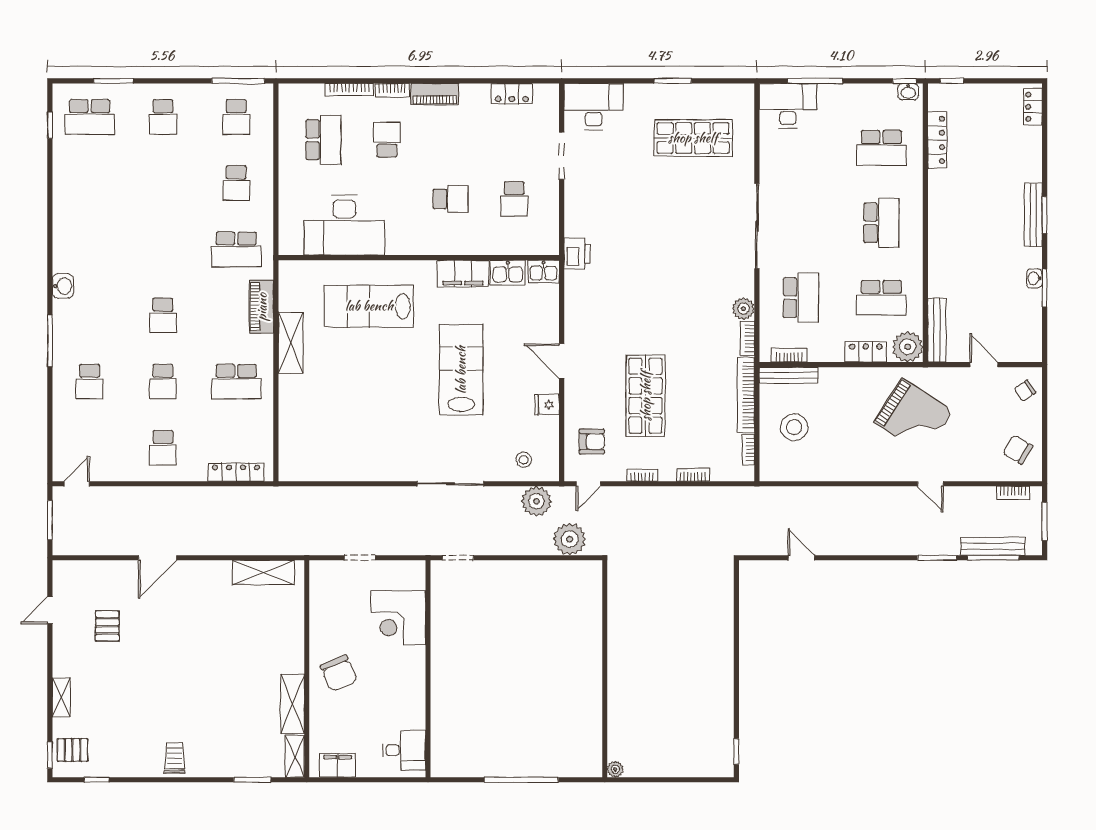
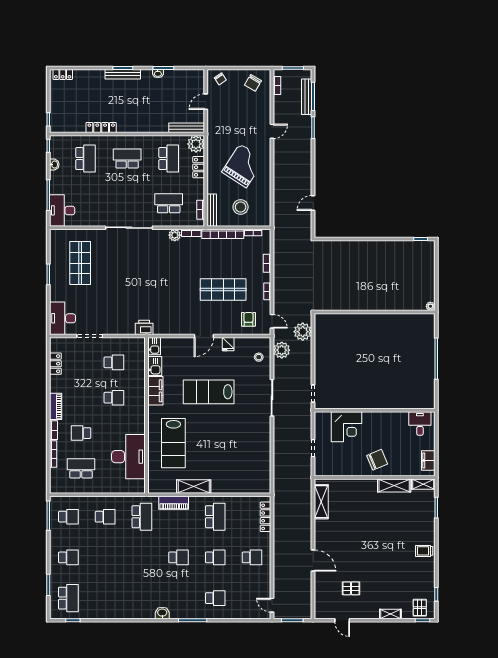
washbasin: (908, 92) -> (54, 164), moved
locker: (937, 140) -> (101, 128), moved
school desk: (451, 199) -> (114, 398), turned 90
grand piano: (913, 416) -> (243, 166), moved

